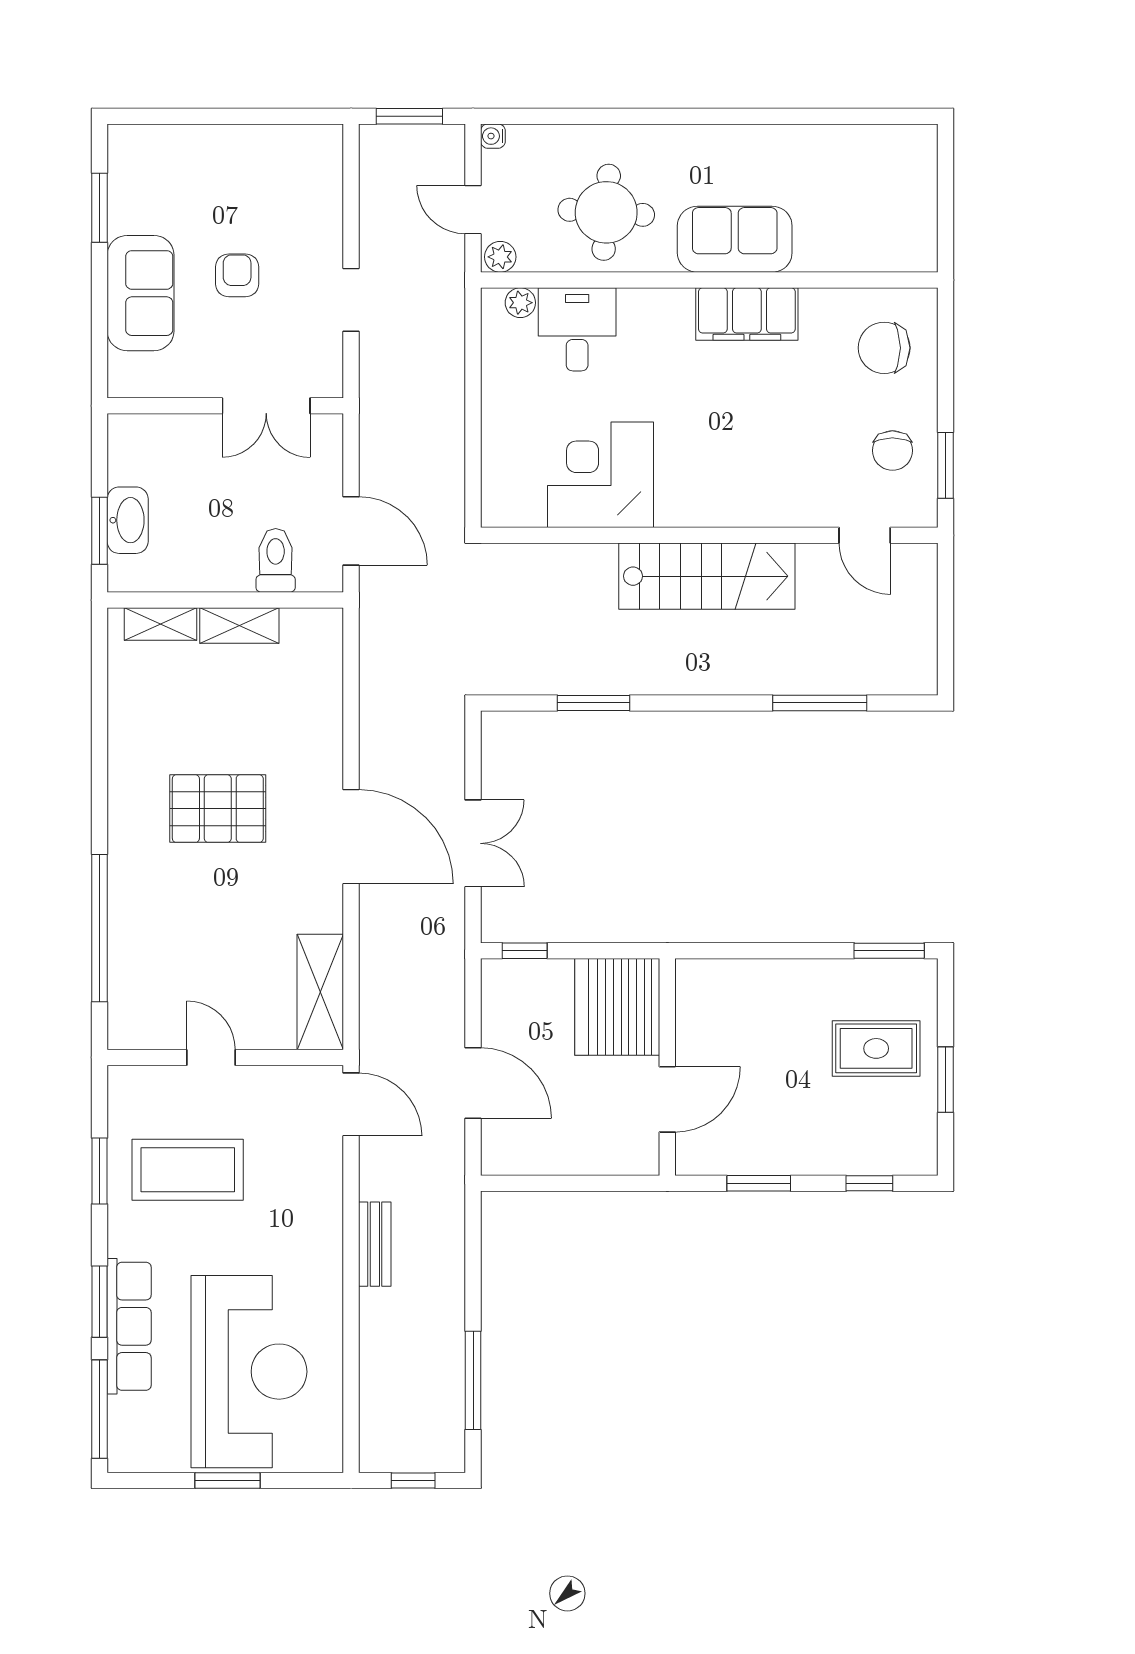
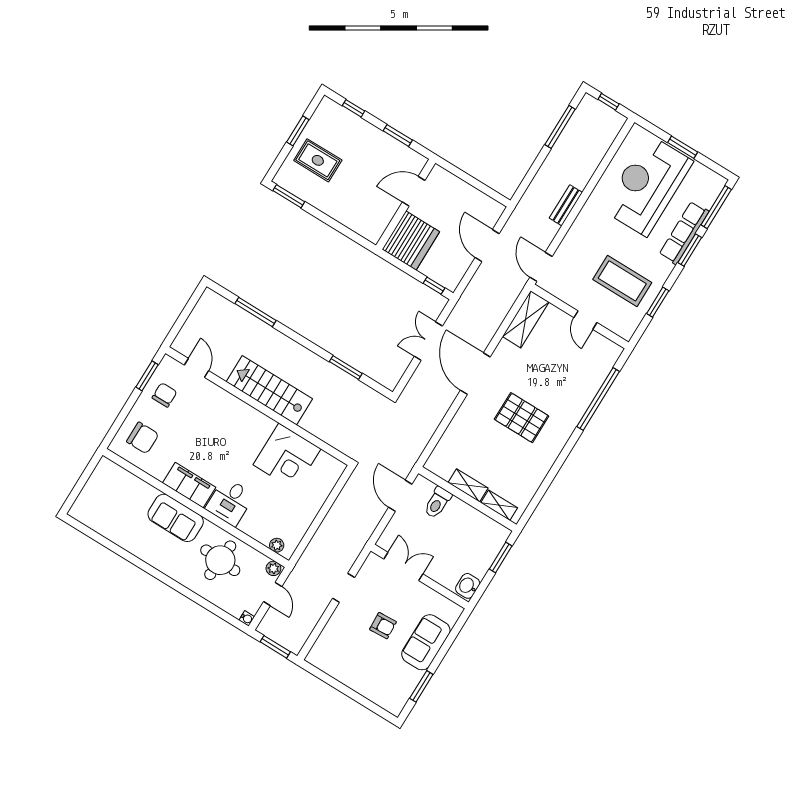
armchair: (237, 275) -> (383, 626), turned -93
desk: (577, 329) -> (230, 502), moved
washbasin: (128, 520) -> (468, 586), moved, width x0.72

